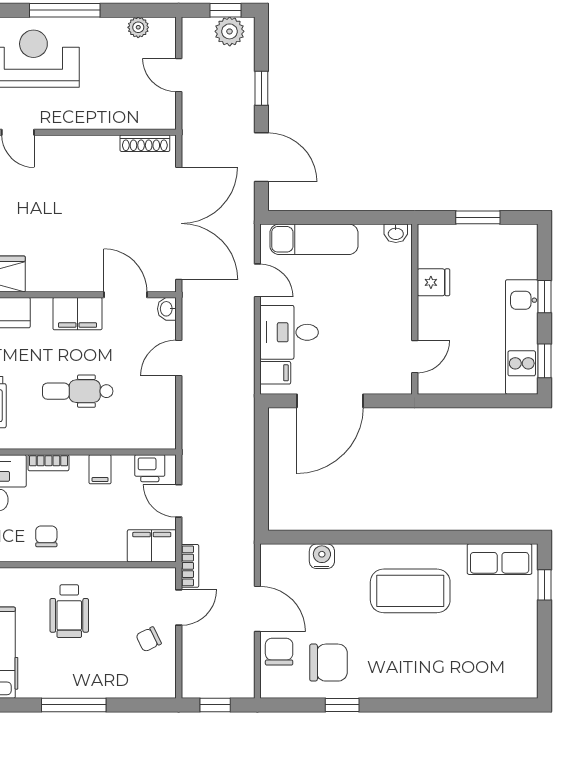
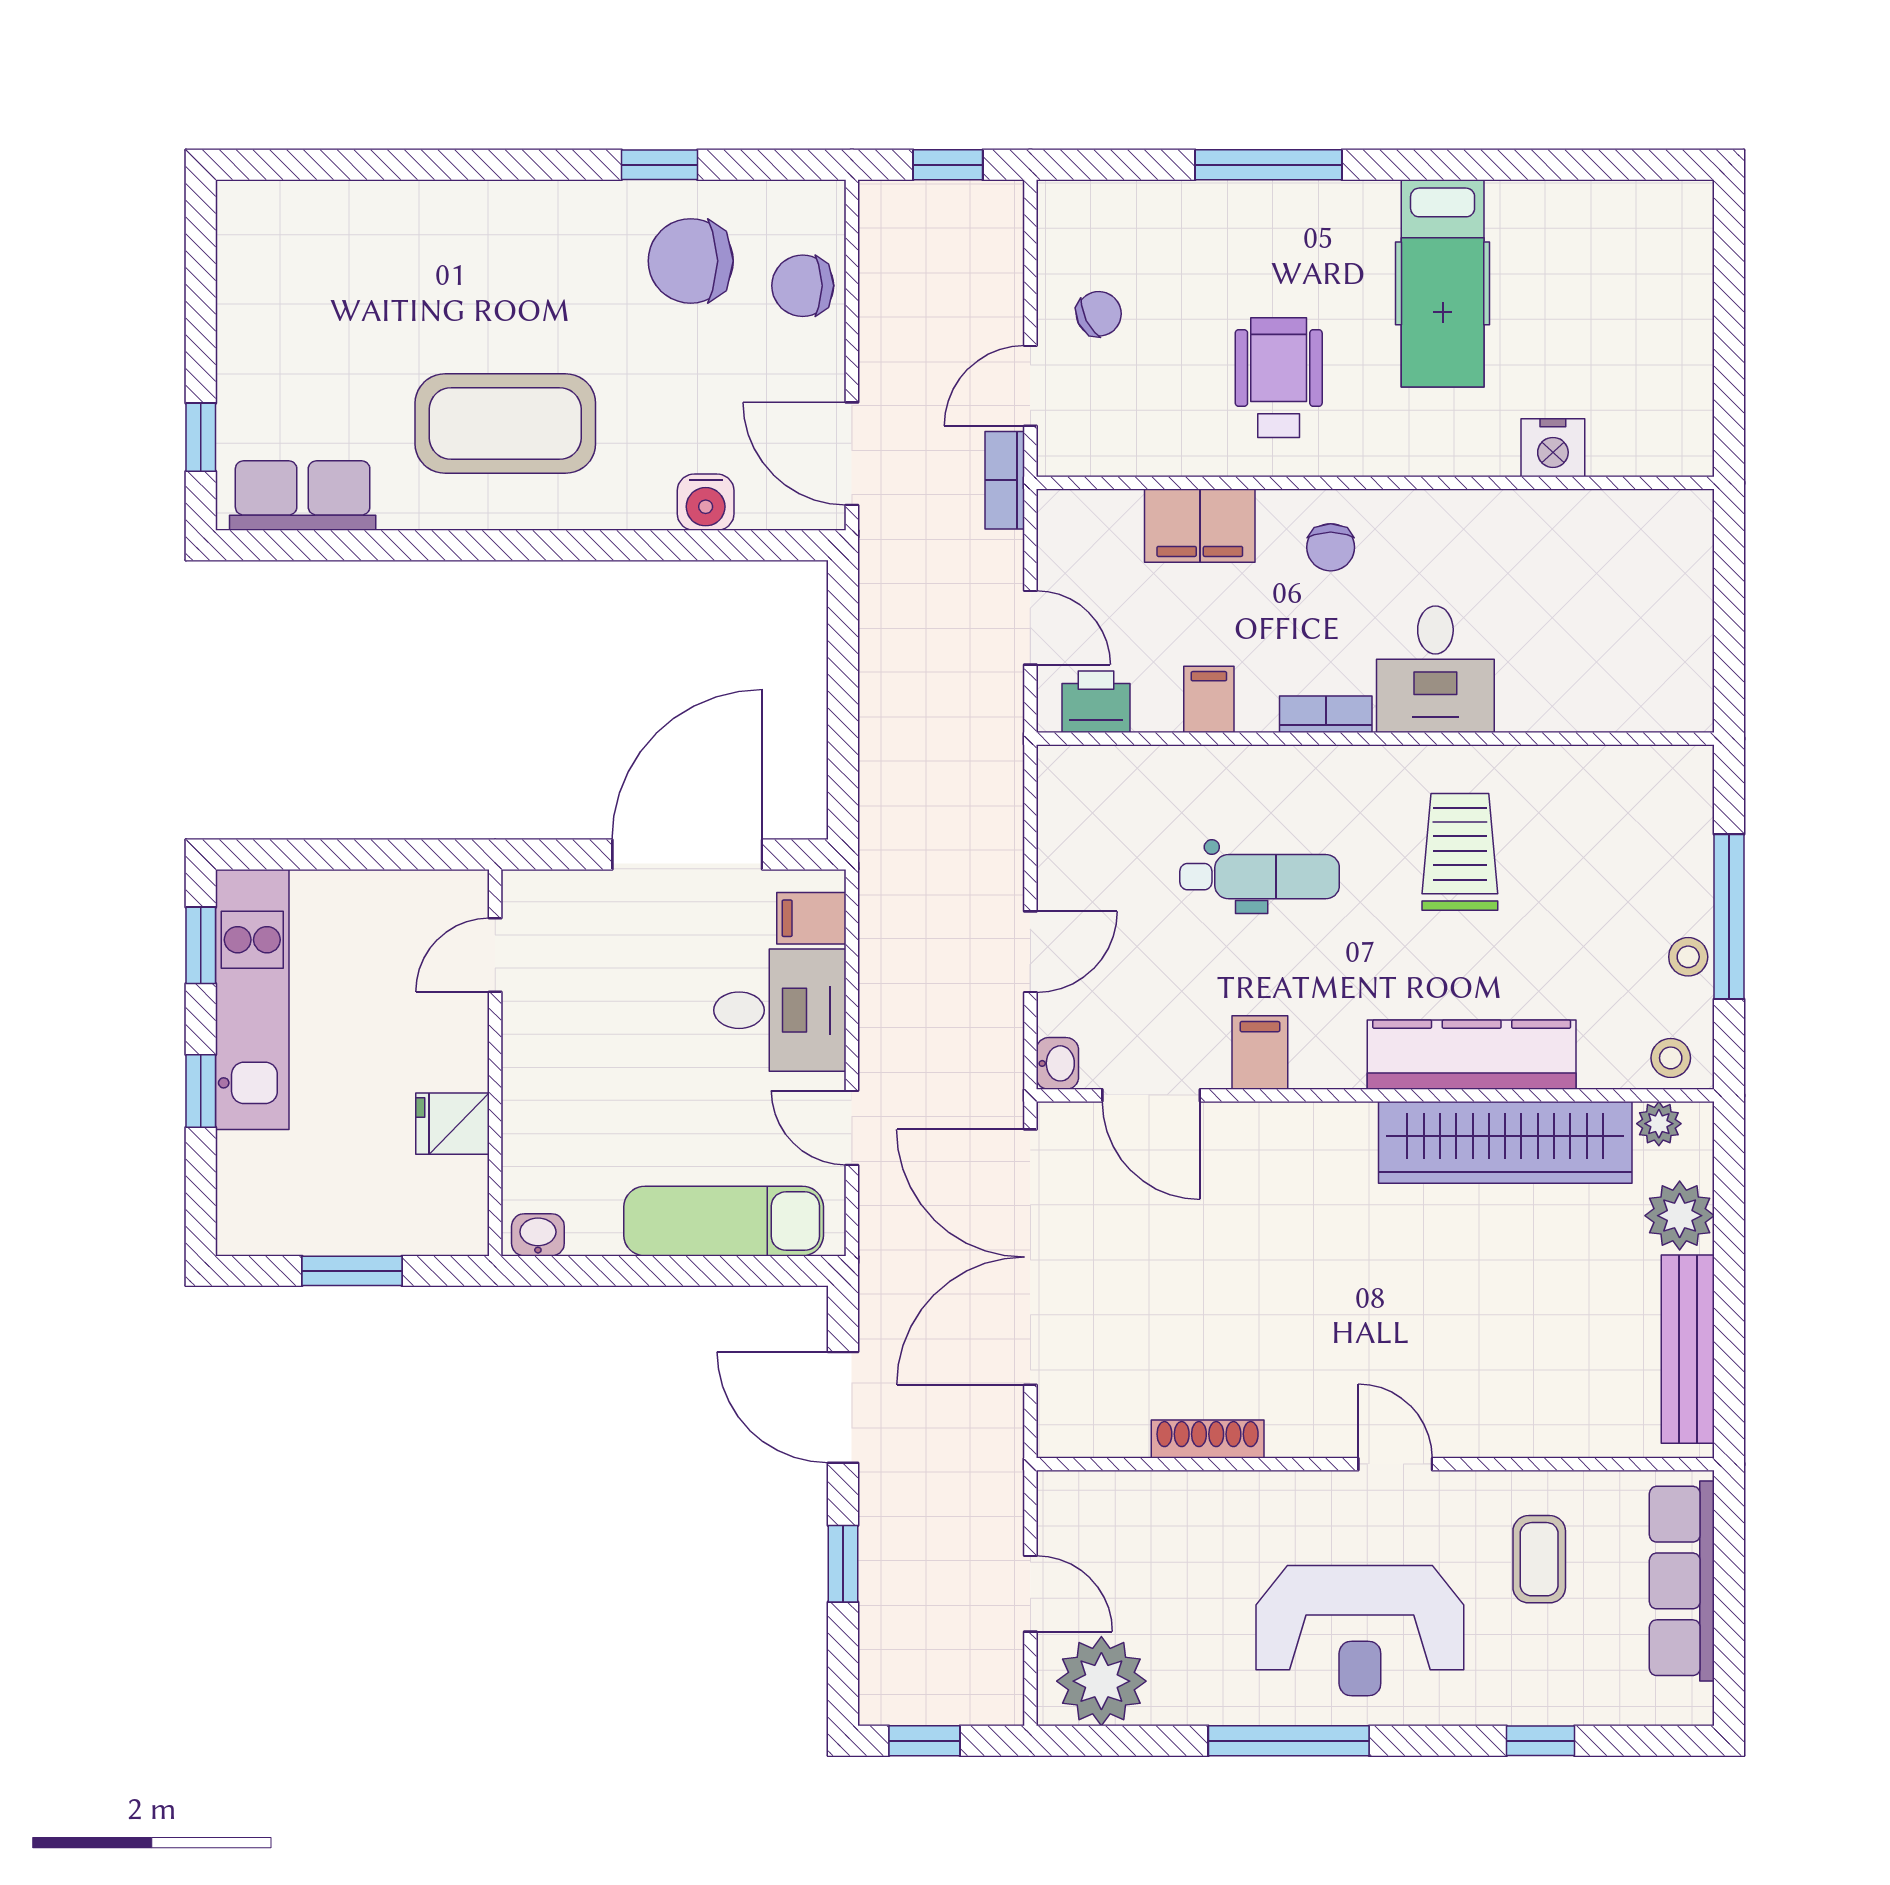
plant: (138, 27) -> (1101, 1681), width x1.88, depth x1.88
plant: (230, 31) -> (915, 1693), removed
shoe rack: (145, 143) -> (1208, 1439), moved
filing cabinet: (77, 314) -> (1260, 1053), width x0.50
filing cabinet: (152, 546) -> (1200, 526), moved
door: (257, 609) -> (852, 454), moved
chair: (279, 652) -> (803, 286), turned 90

